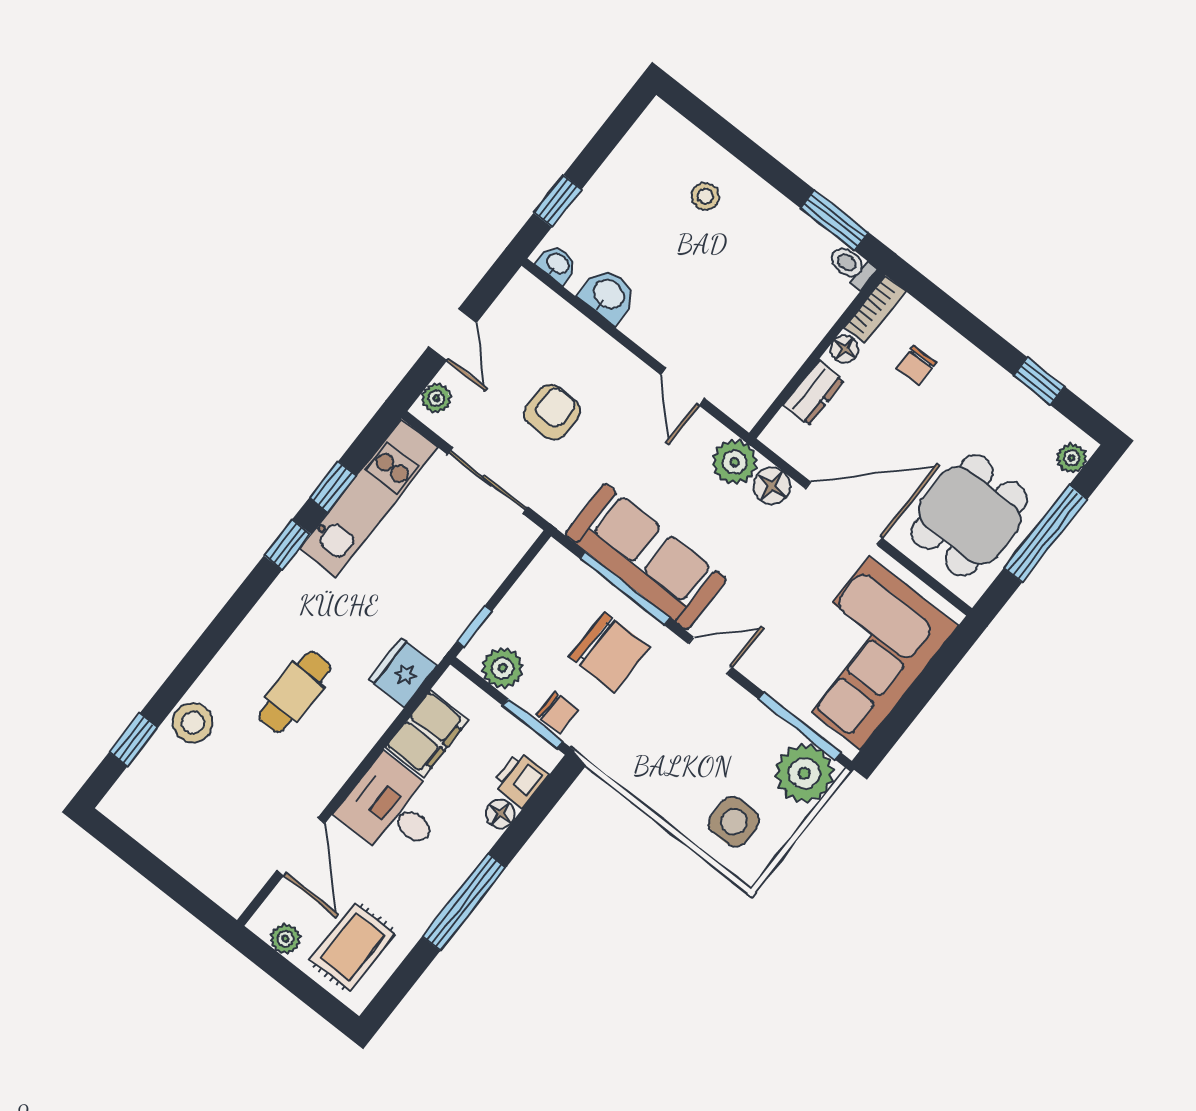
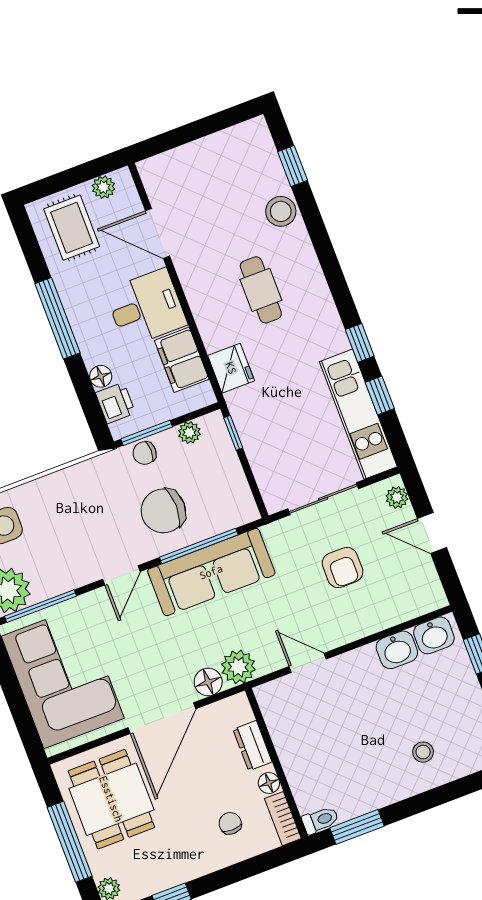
washbasin: (557, 264) -> (434, 635), width x1.38, depth x1.45
plant: (503, 668) -> (189, 433), width x0.73, depth x0.73

